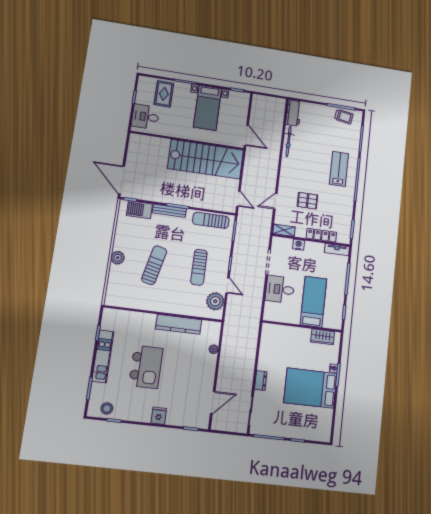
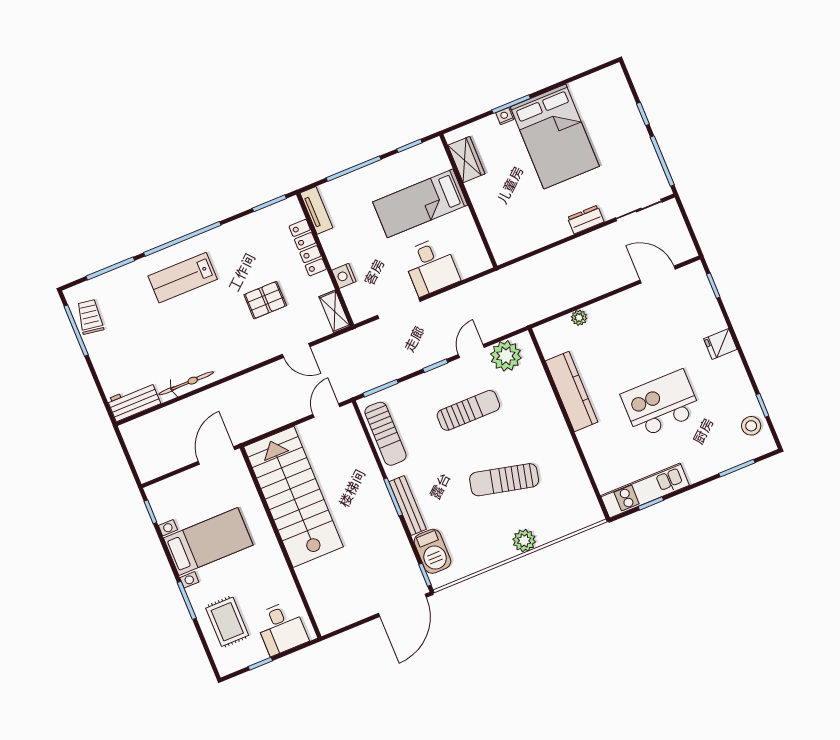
rug: (164, 94) -> (227, 622), turned 90
pallet: (307, 201) -> (265, 300), turned 90
kitchen unit: (103, 356) -> (645, 490), moved

